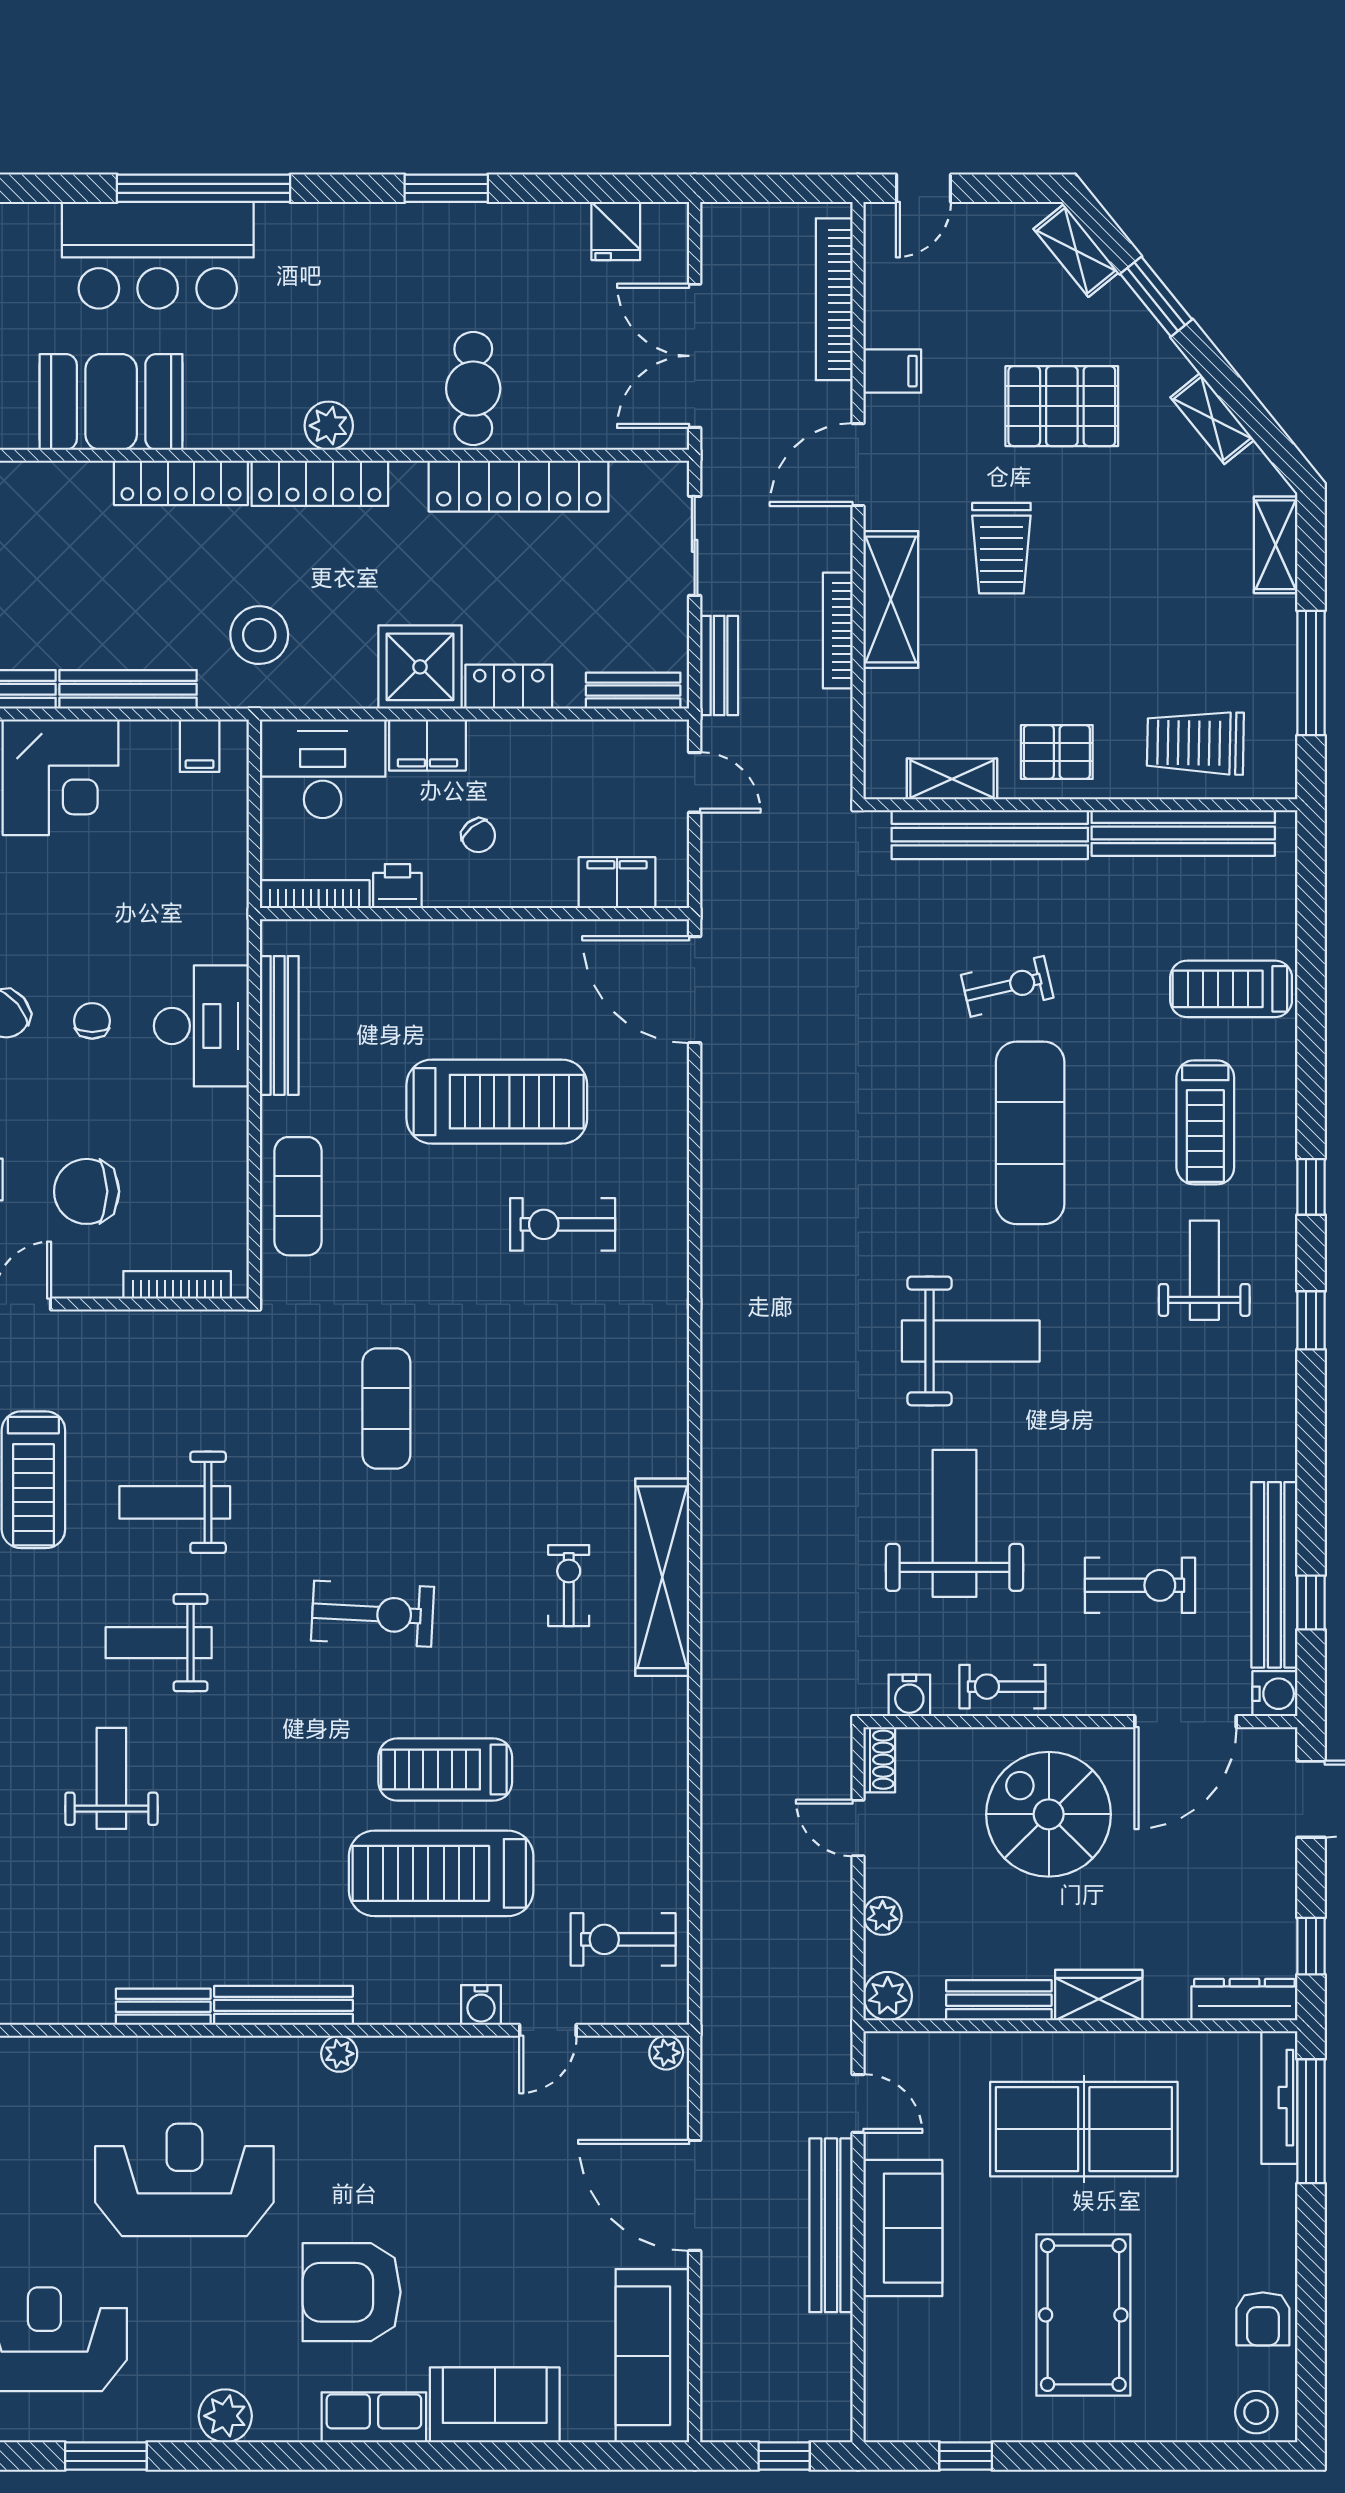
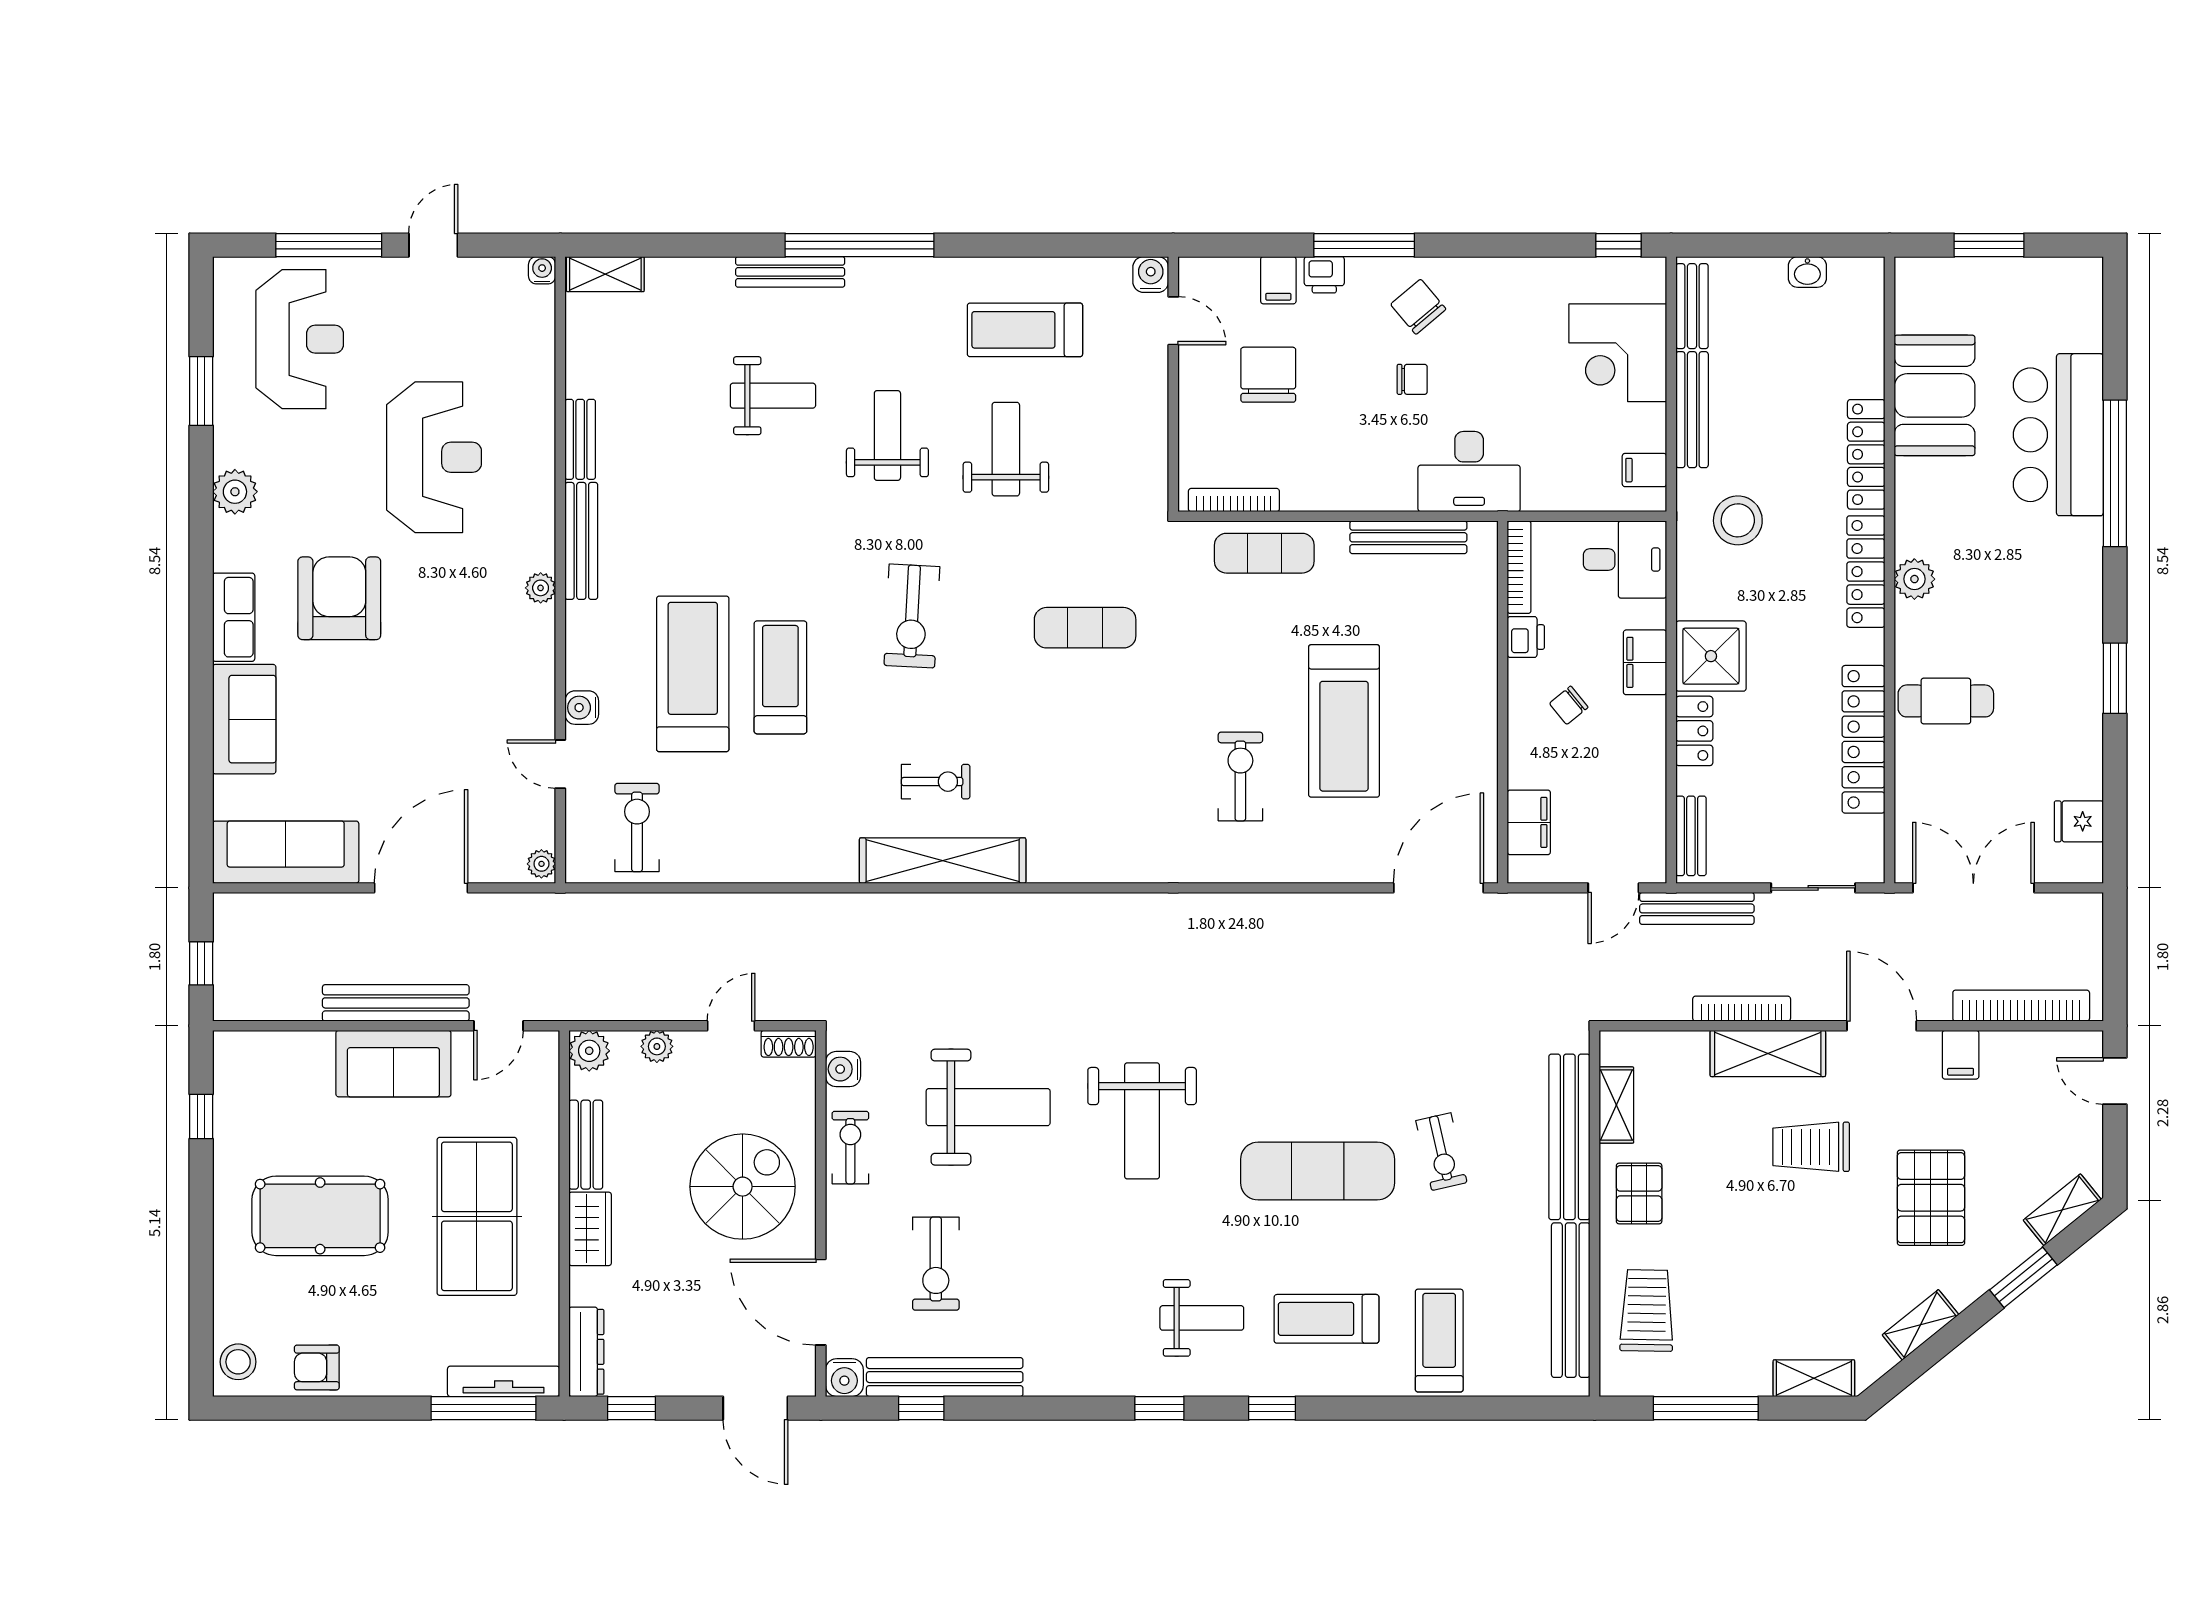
bench: (719, 665) -> (1697, 908), width x1.36
desk: (323, 769) -> (1625, 560), width x0.73
desk: (201, 1026) -> (1469, 472), moved
bookcase: (177, 1285) -> (1234, 500), moved, turned -90

